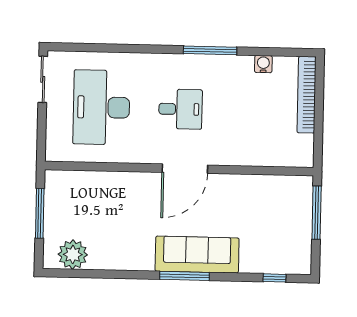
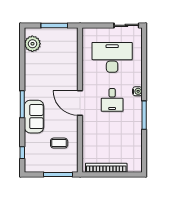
water cooler: (263, 64) -> (137, 91), moved
bookcase: (307, 95) -> (106, 168), moved
coffee table: (258, 209) -> (59, 143), added
sofa: (197, 255) -> (34, 117), width x0.73

